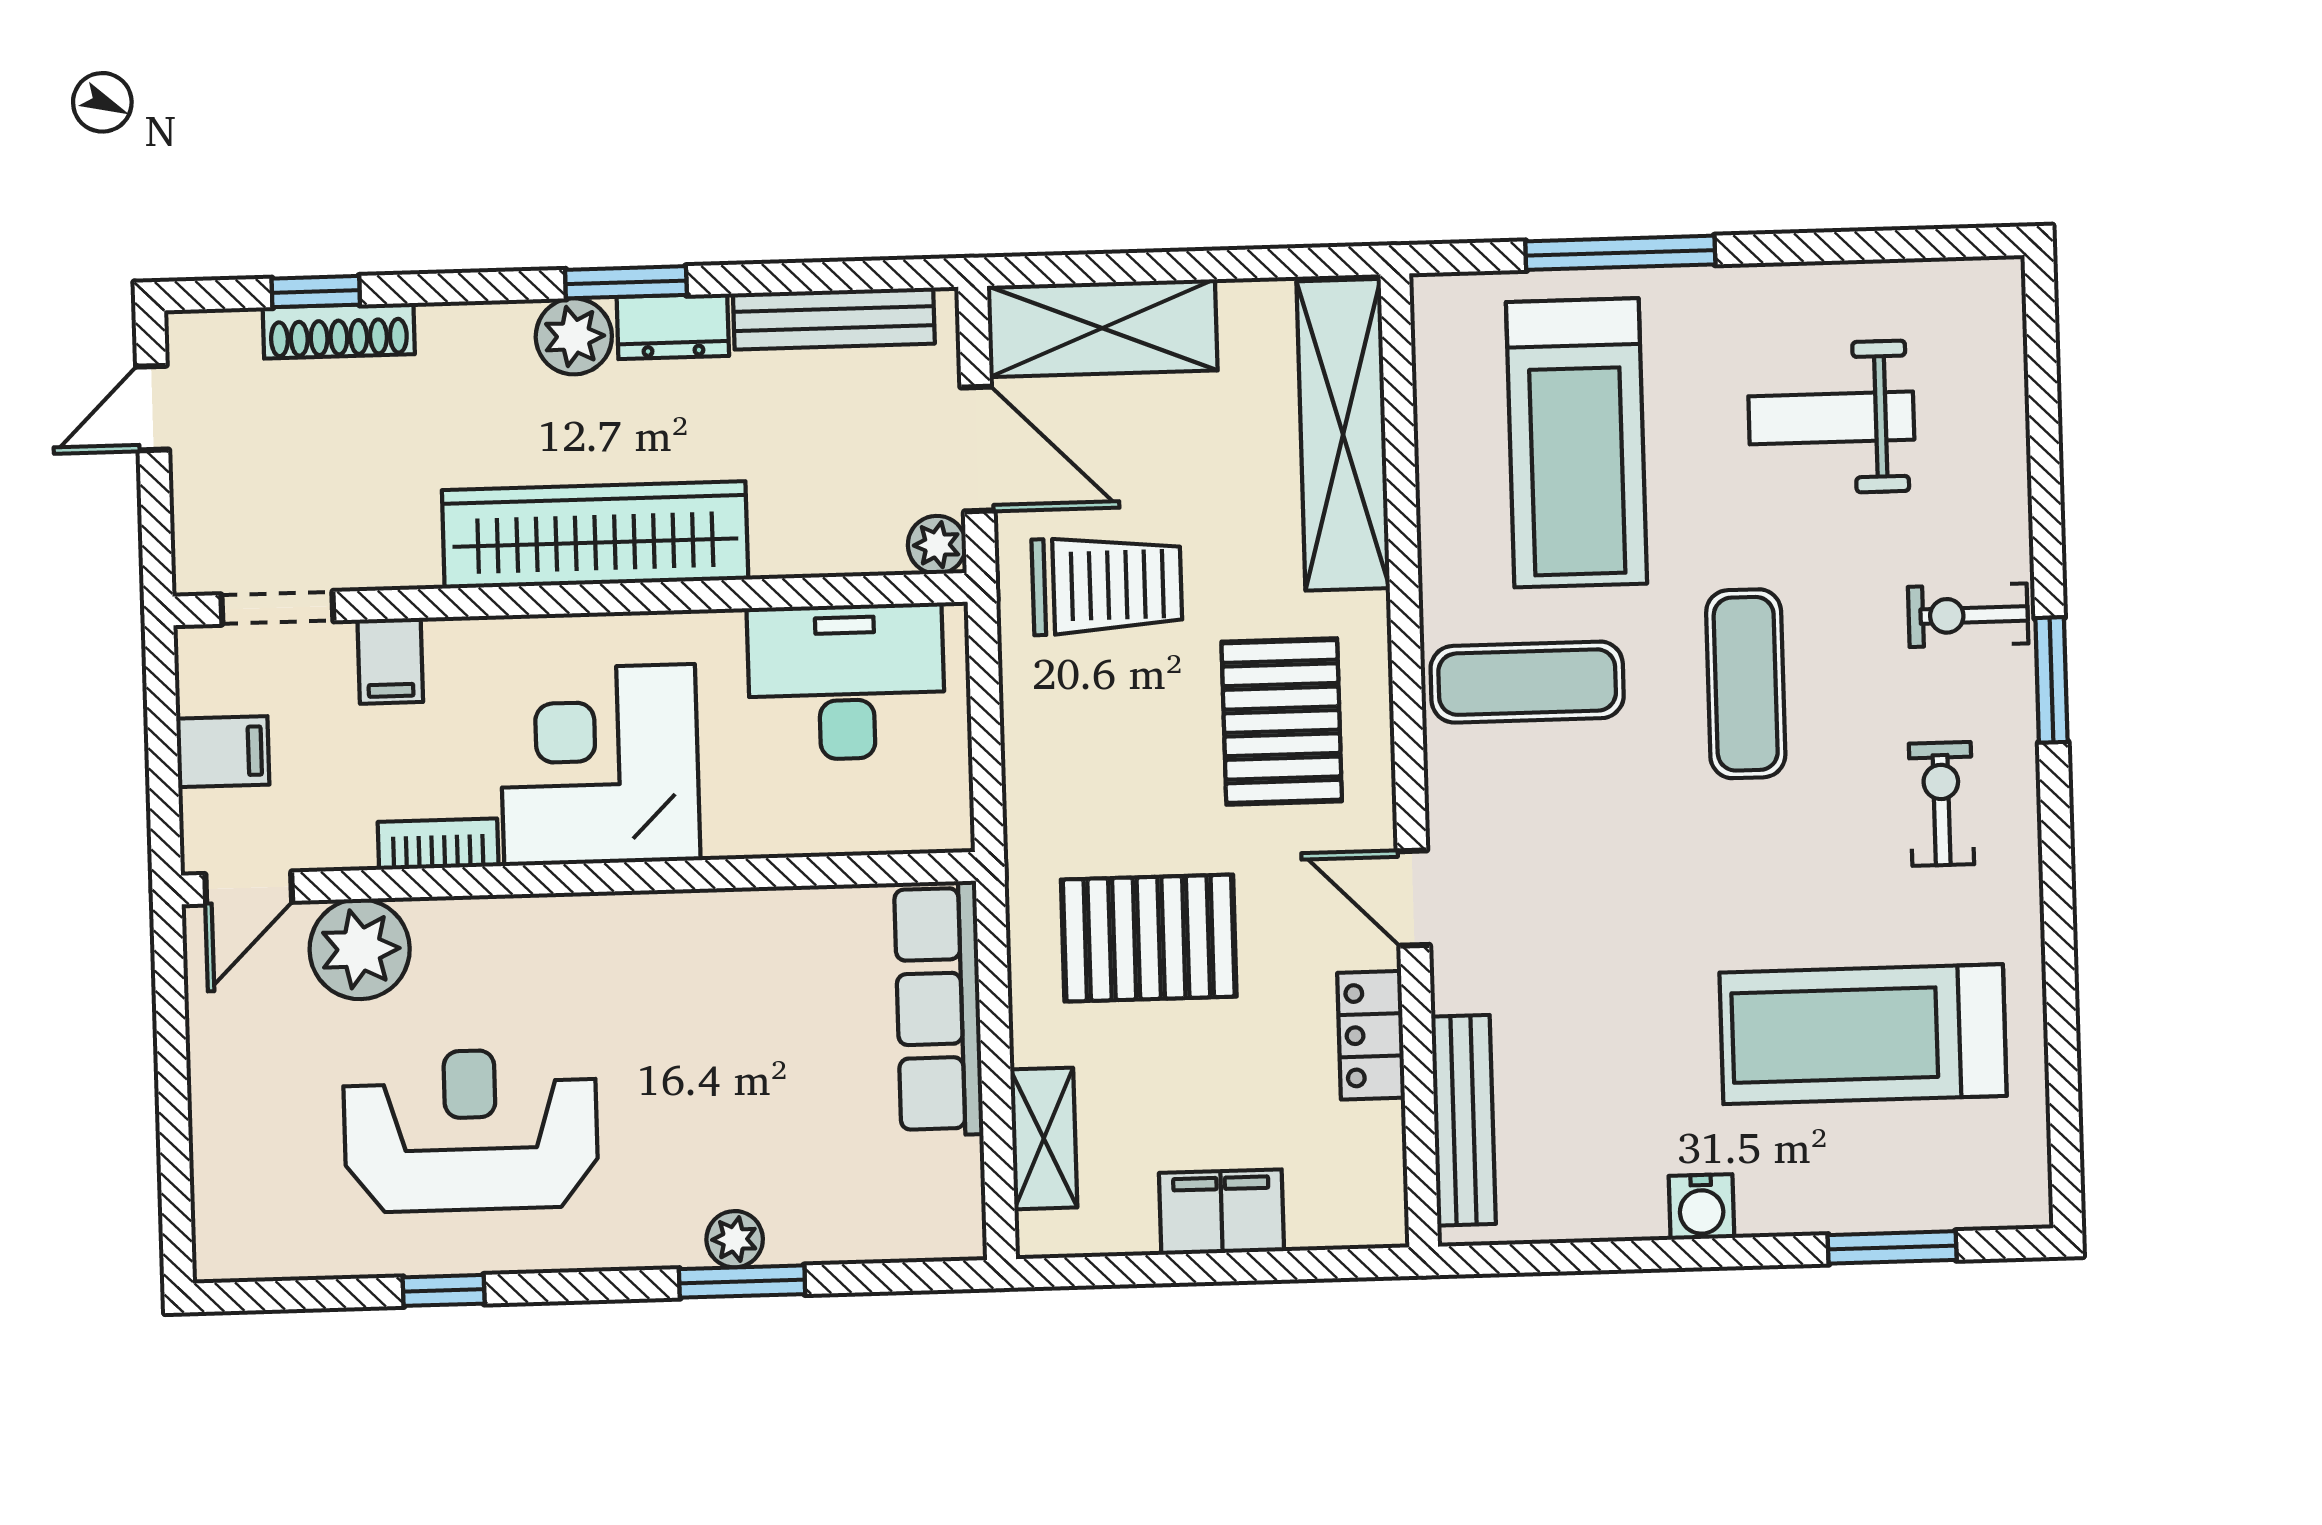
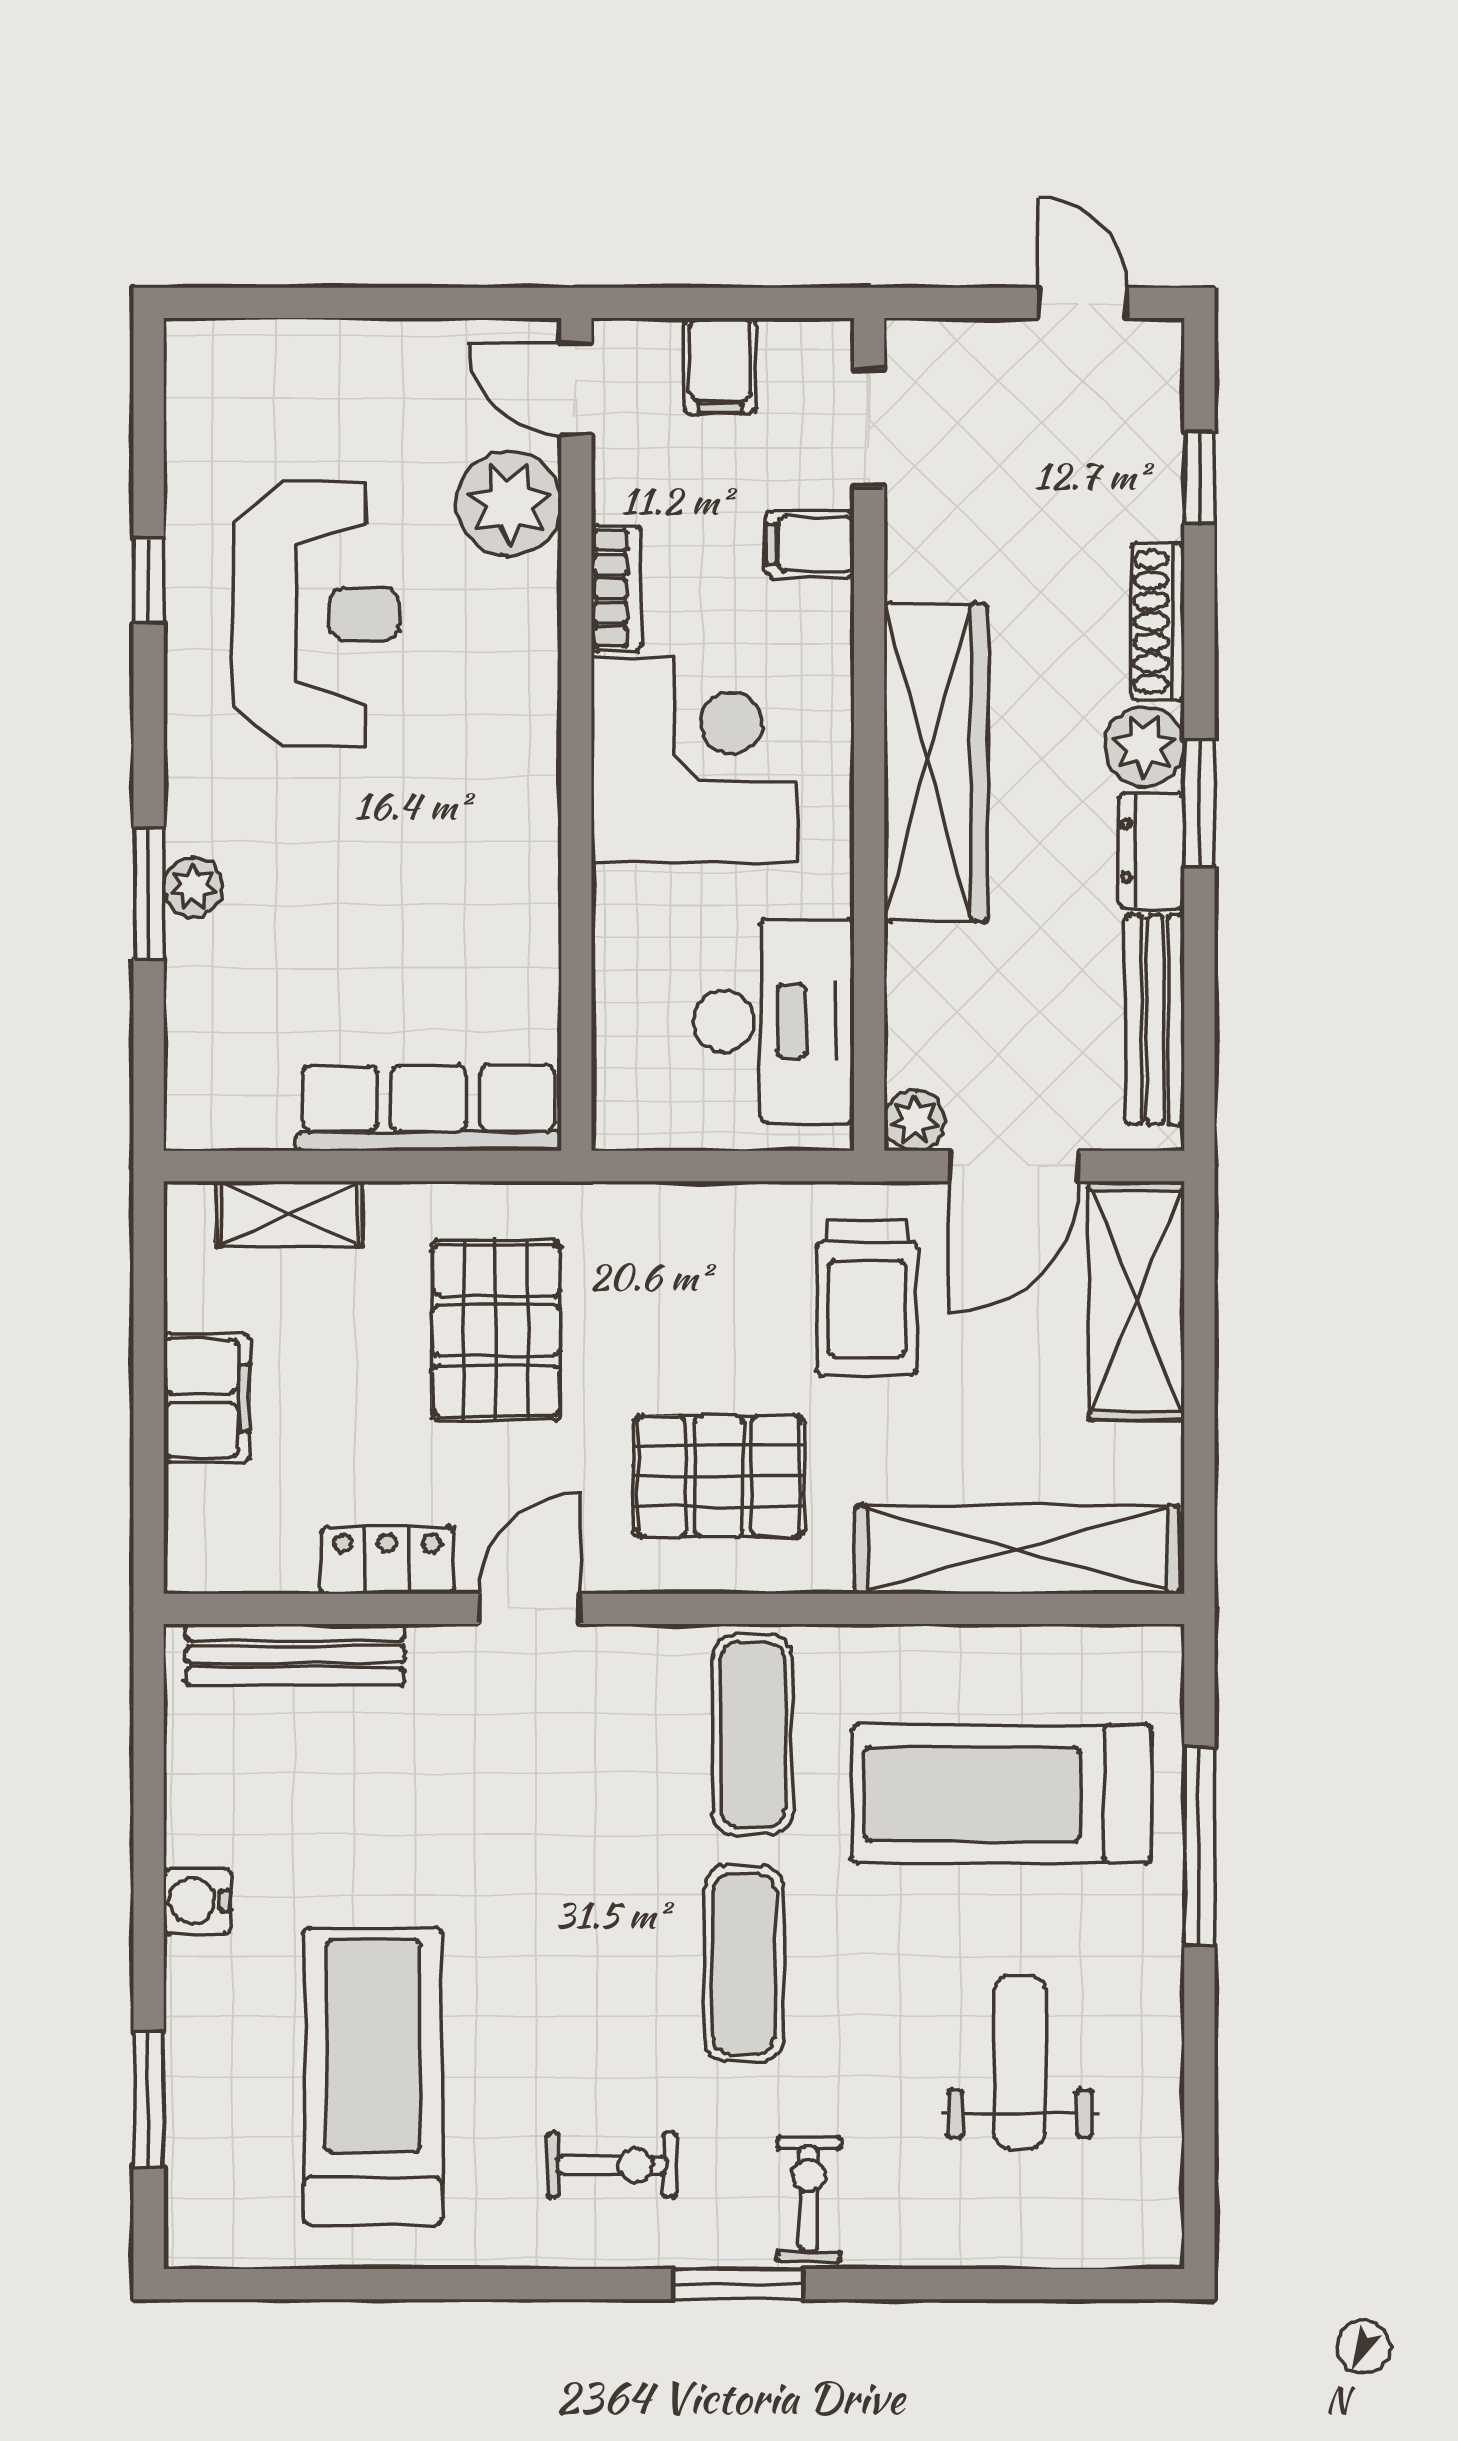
shoe rack: (339, 331) -> (1157, 622), moved
exercise mat: (1746, 684) -> (744, 1964), turned 90

